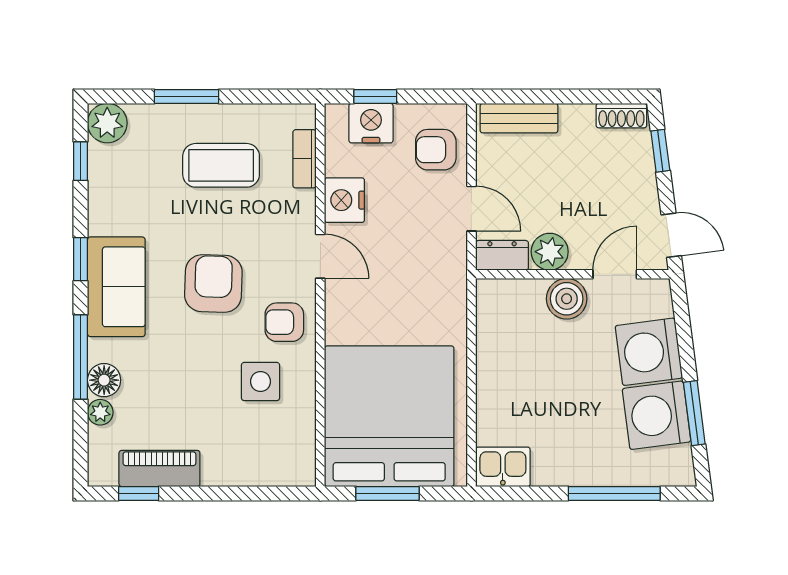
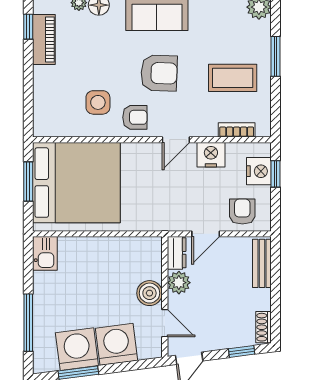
coffee table: (221, 165) -> (233, 78), turned 90
armchair: (284, 322) -> (135, 117), turned 90

